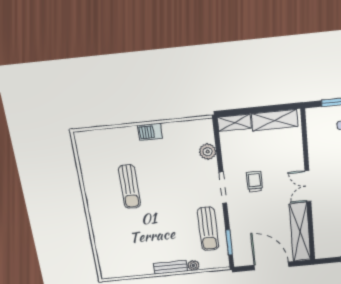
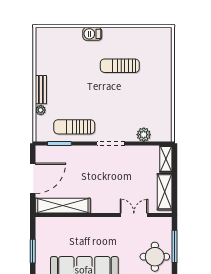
barbecue: (150, 132) -> (92, 34), moved, turned -90
trolley: (254, 182) -> (113, 171), removed
double door: (308, 186) -> (134, 215), moved

